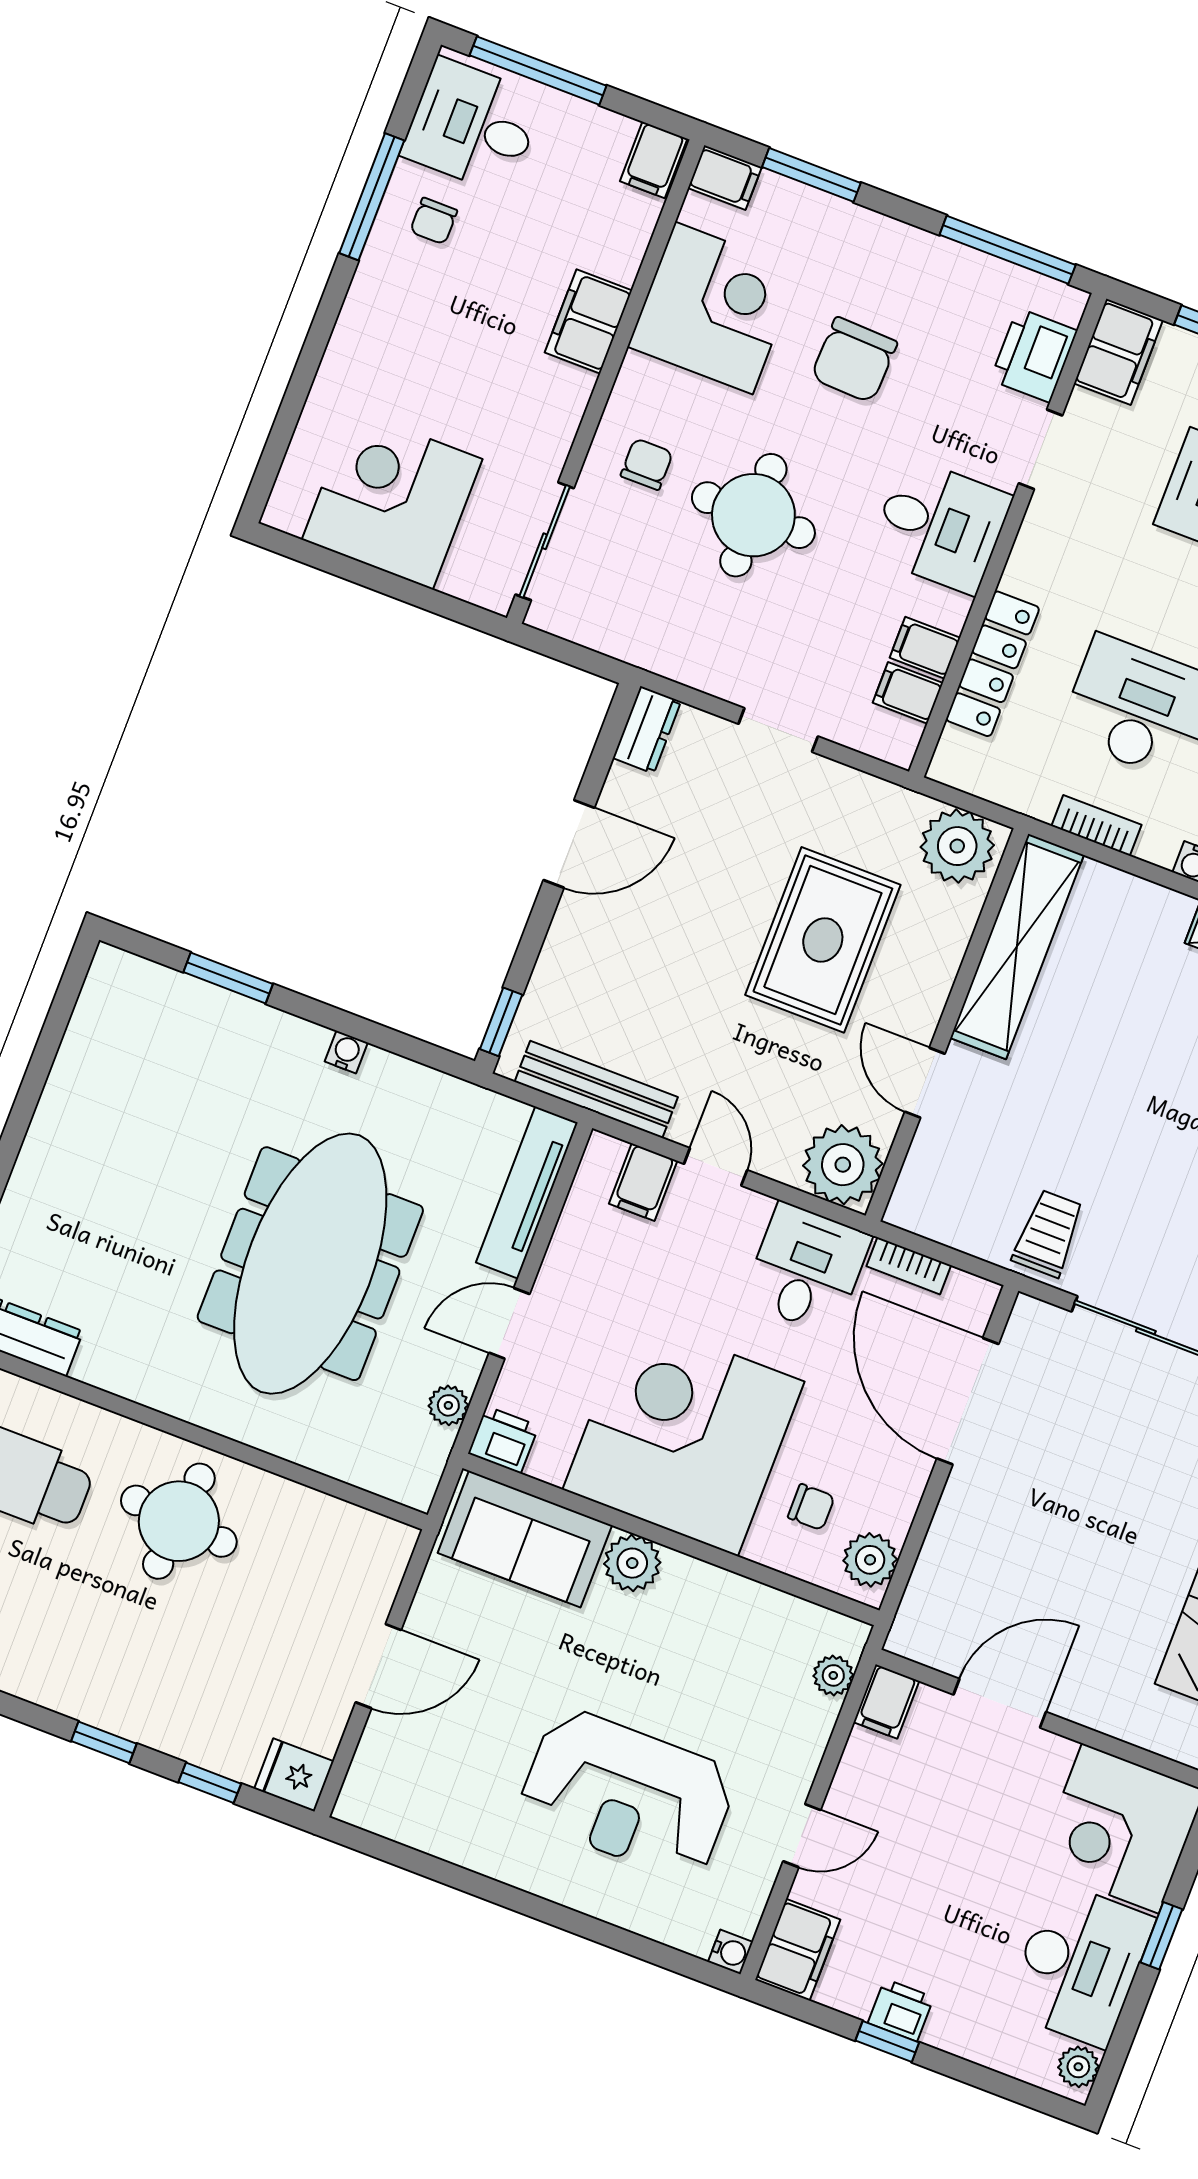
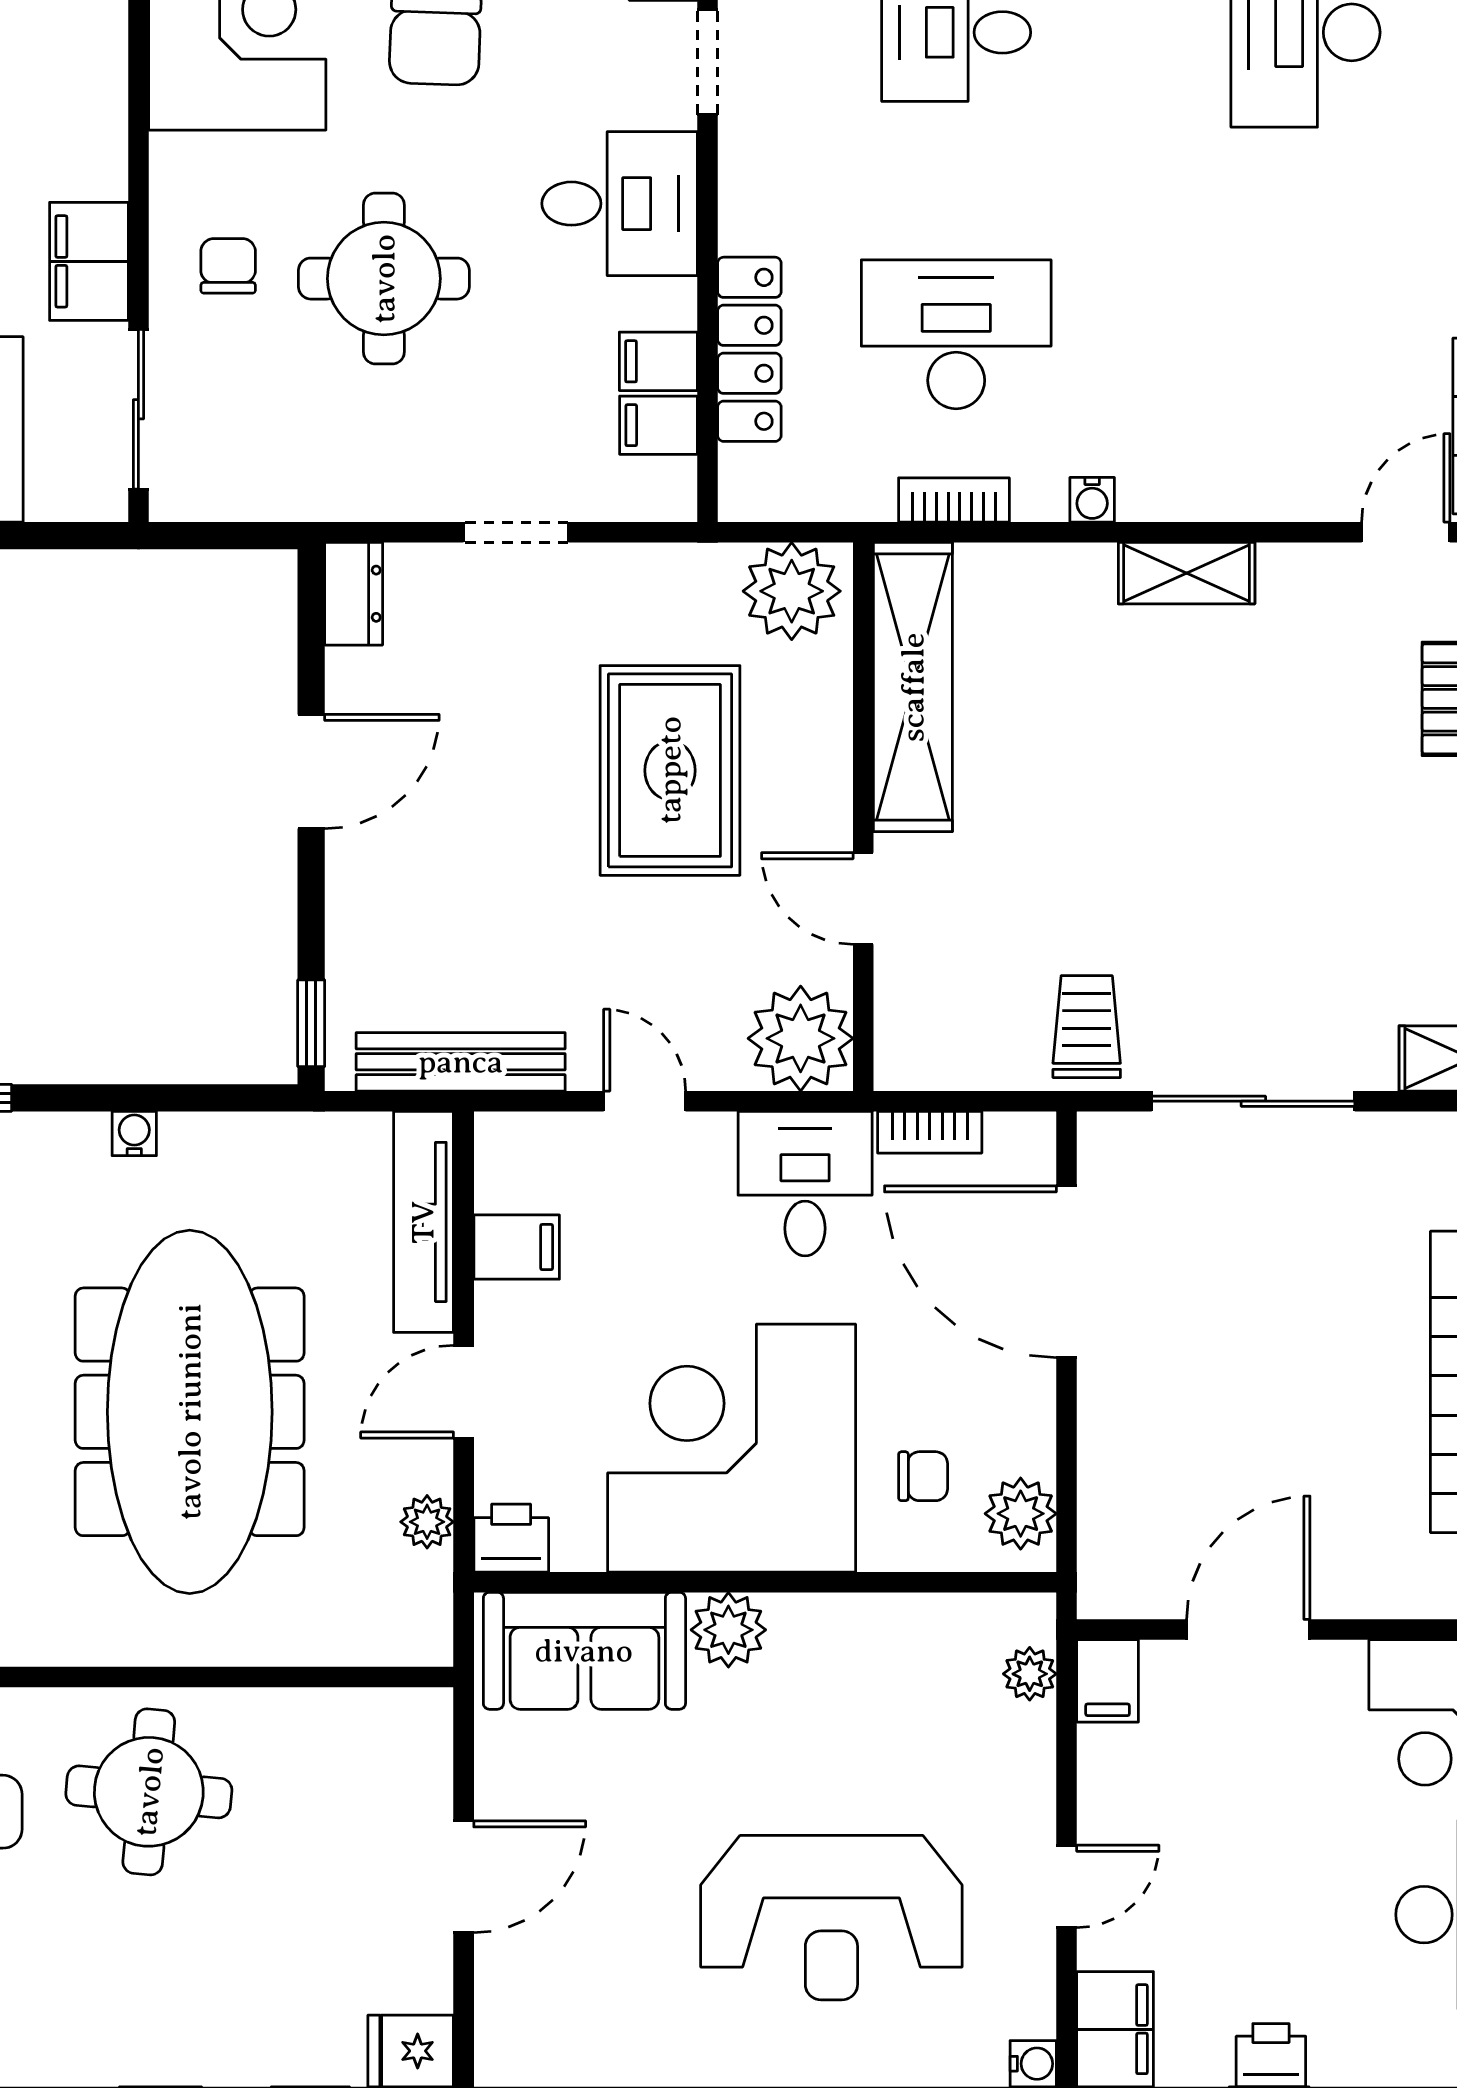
filing cabinet: (588, 321) -> (89, 261), moved
filing cabinet: (643, 1182) -> (517, 1247), moved, turned -90

